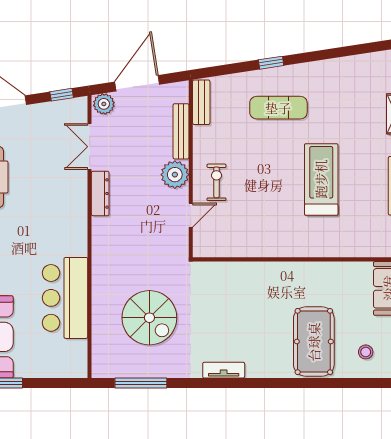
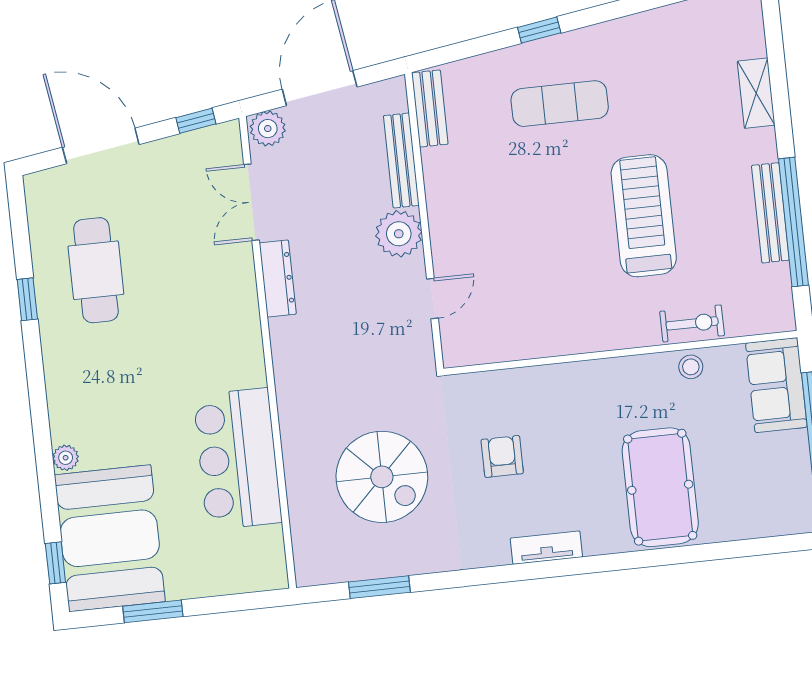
exercise bike: (216, 182) -> (692, 323), moved, turned 90
armchair: (222, 313) -> (502, 456), added
stool: (366, 352) -> (691, 367), moved
tv unit: (224, 370) -> (546, 548), moved
window: (141, 383) -> (379, 587), width x0.69

